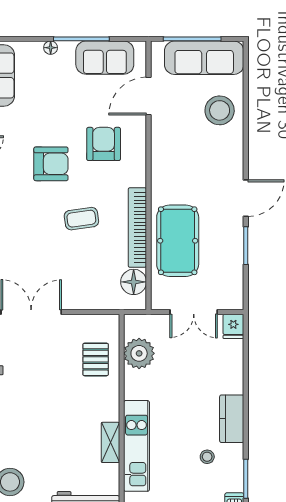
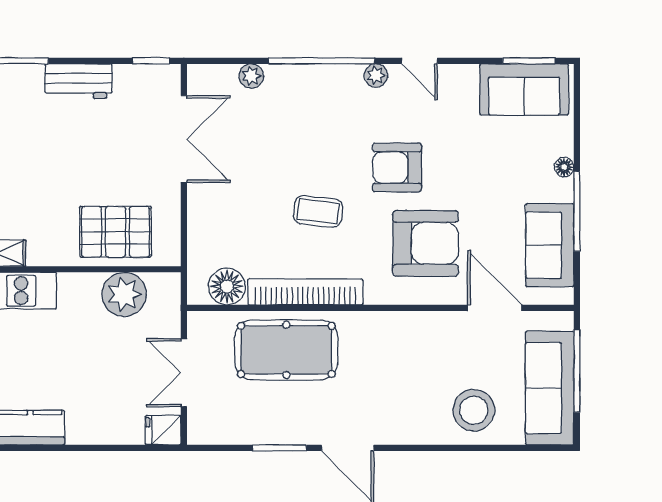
armchair: (104, 144) -> (426, 243), width x1.36, depth x1.36
armchair: (51, 164) -> (397, 167), turned 90
coffee table: (81, 219) -> (318, 211), turned -76
pallet: (96, 359) -> (115, 232), width x1.50, depth x1.42

